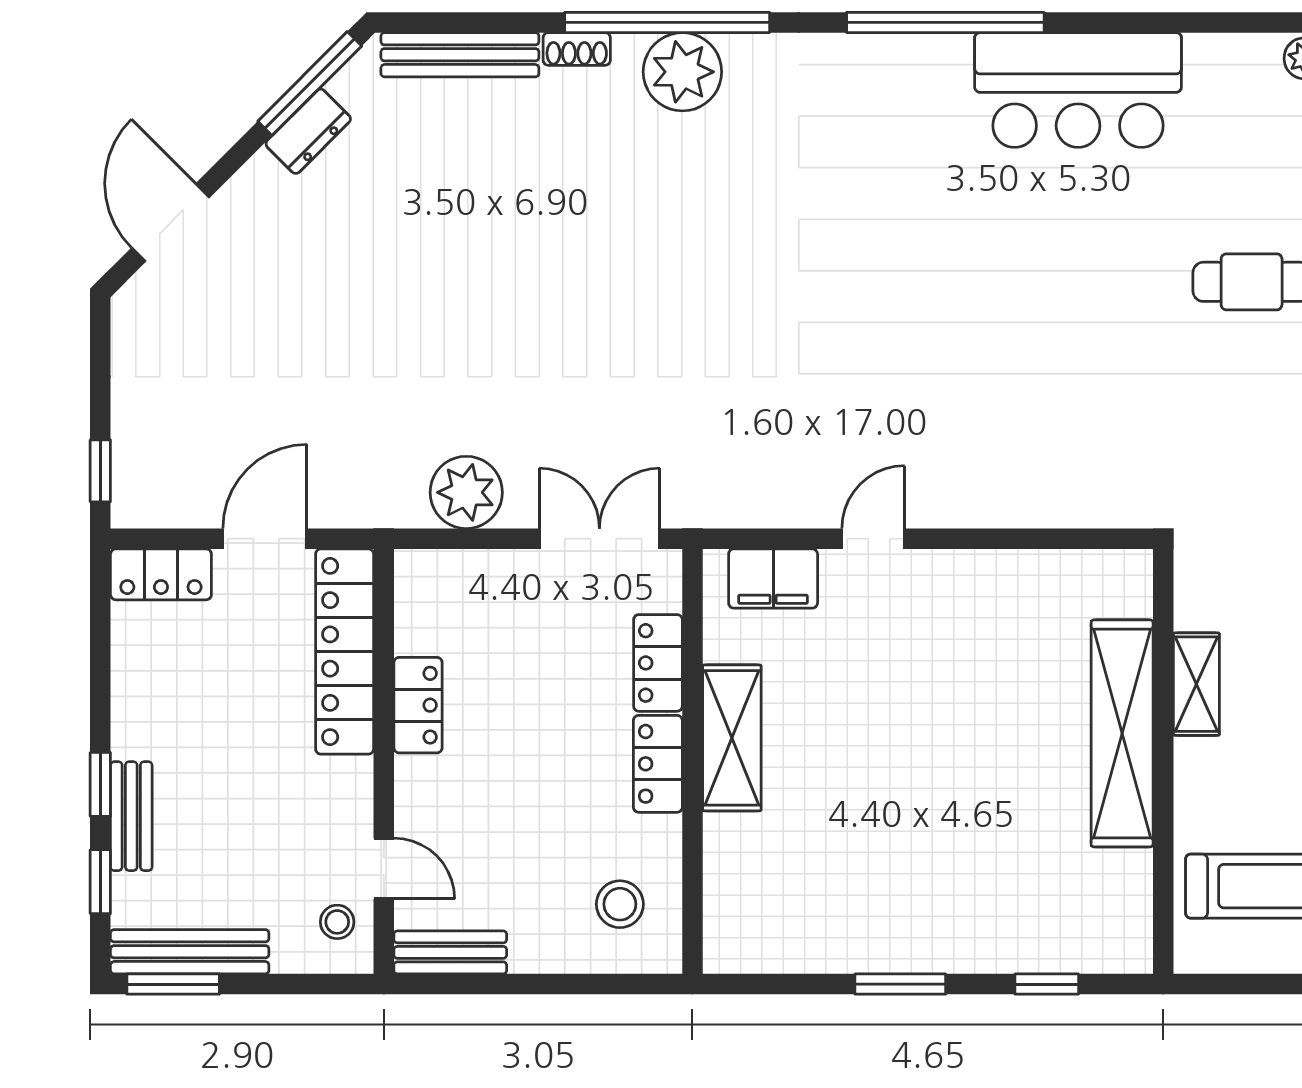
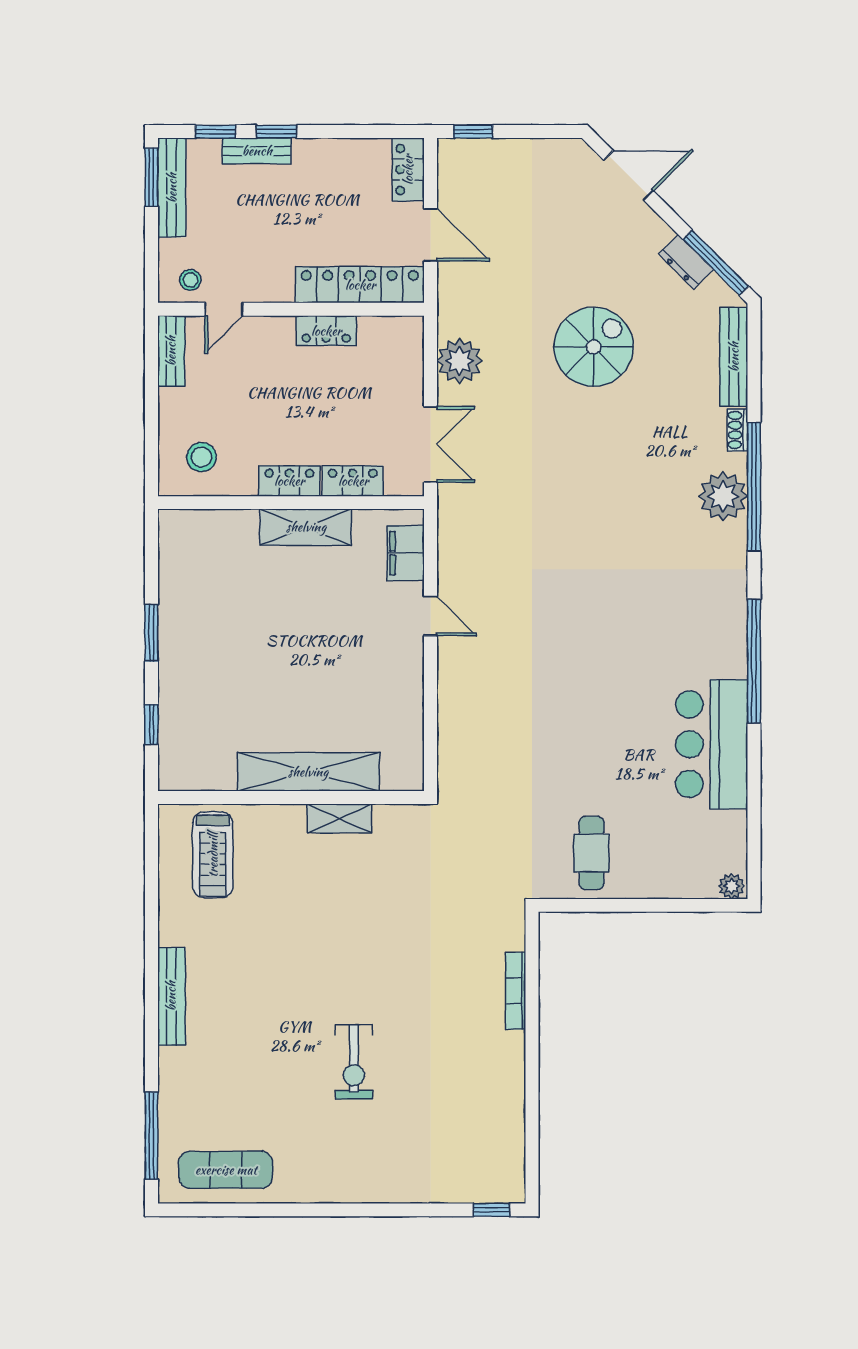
spiral stairs: (444, 278) -> (594, 347), added

